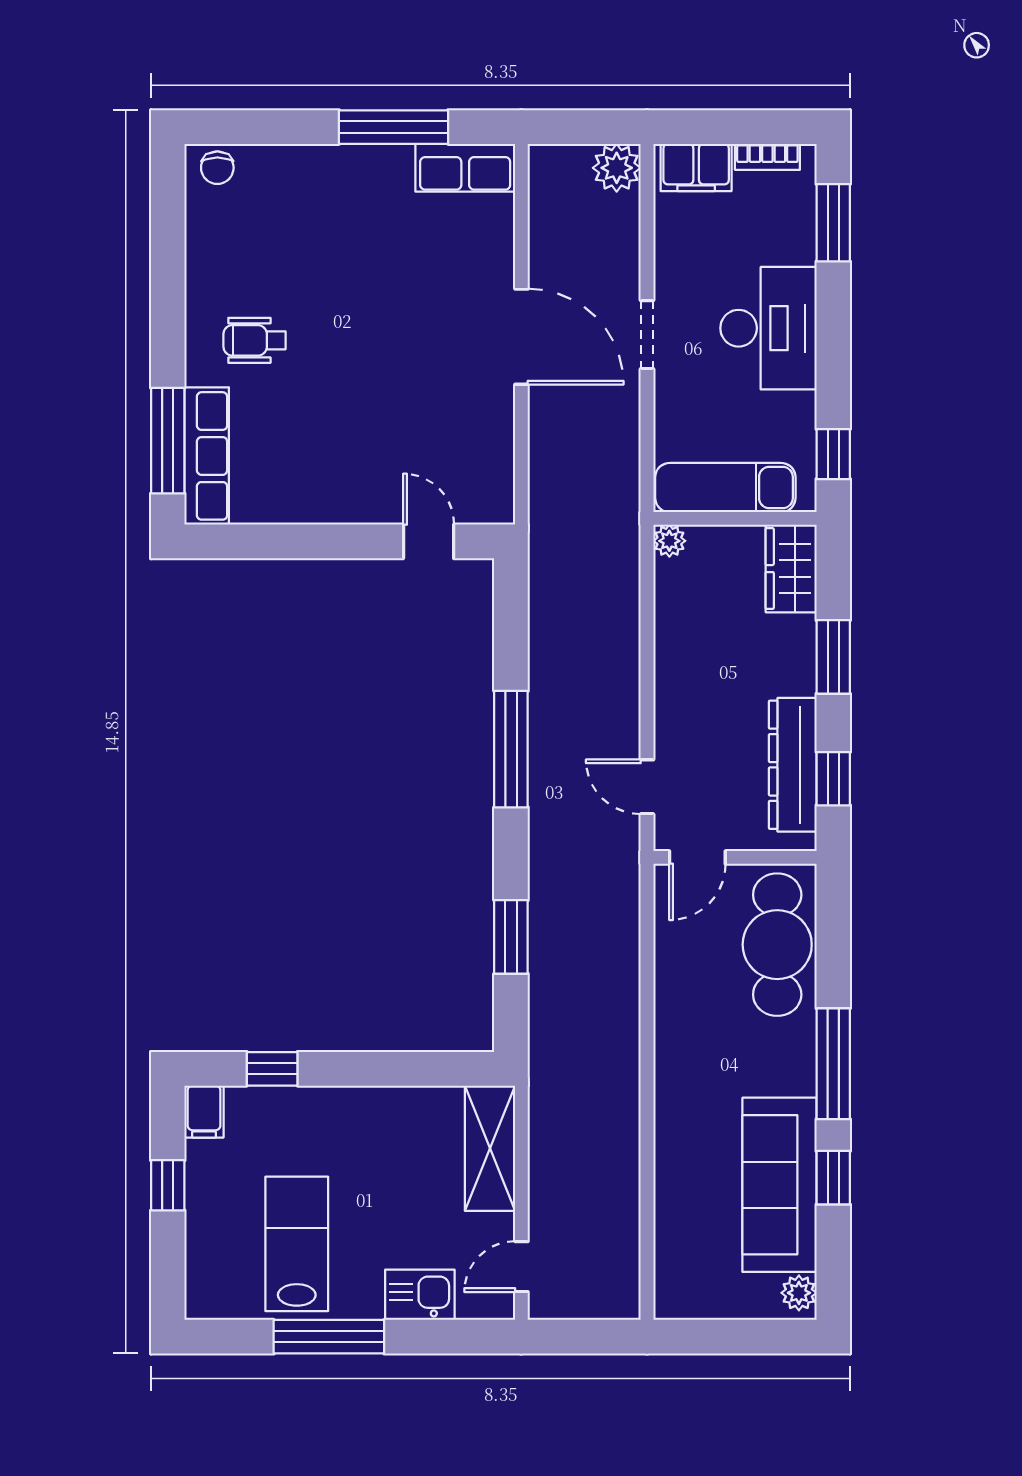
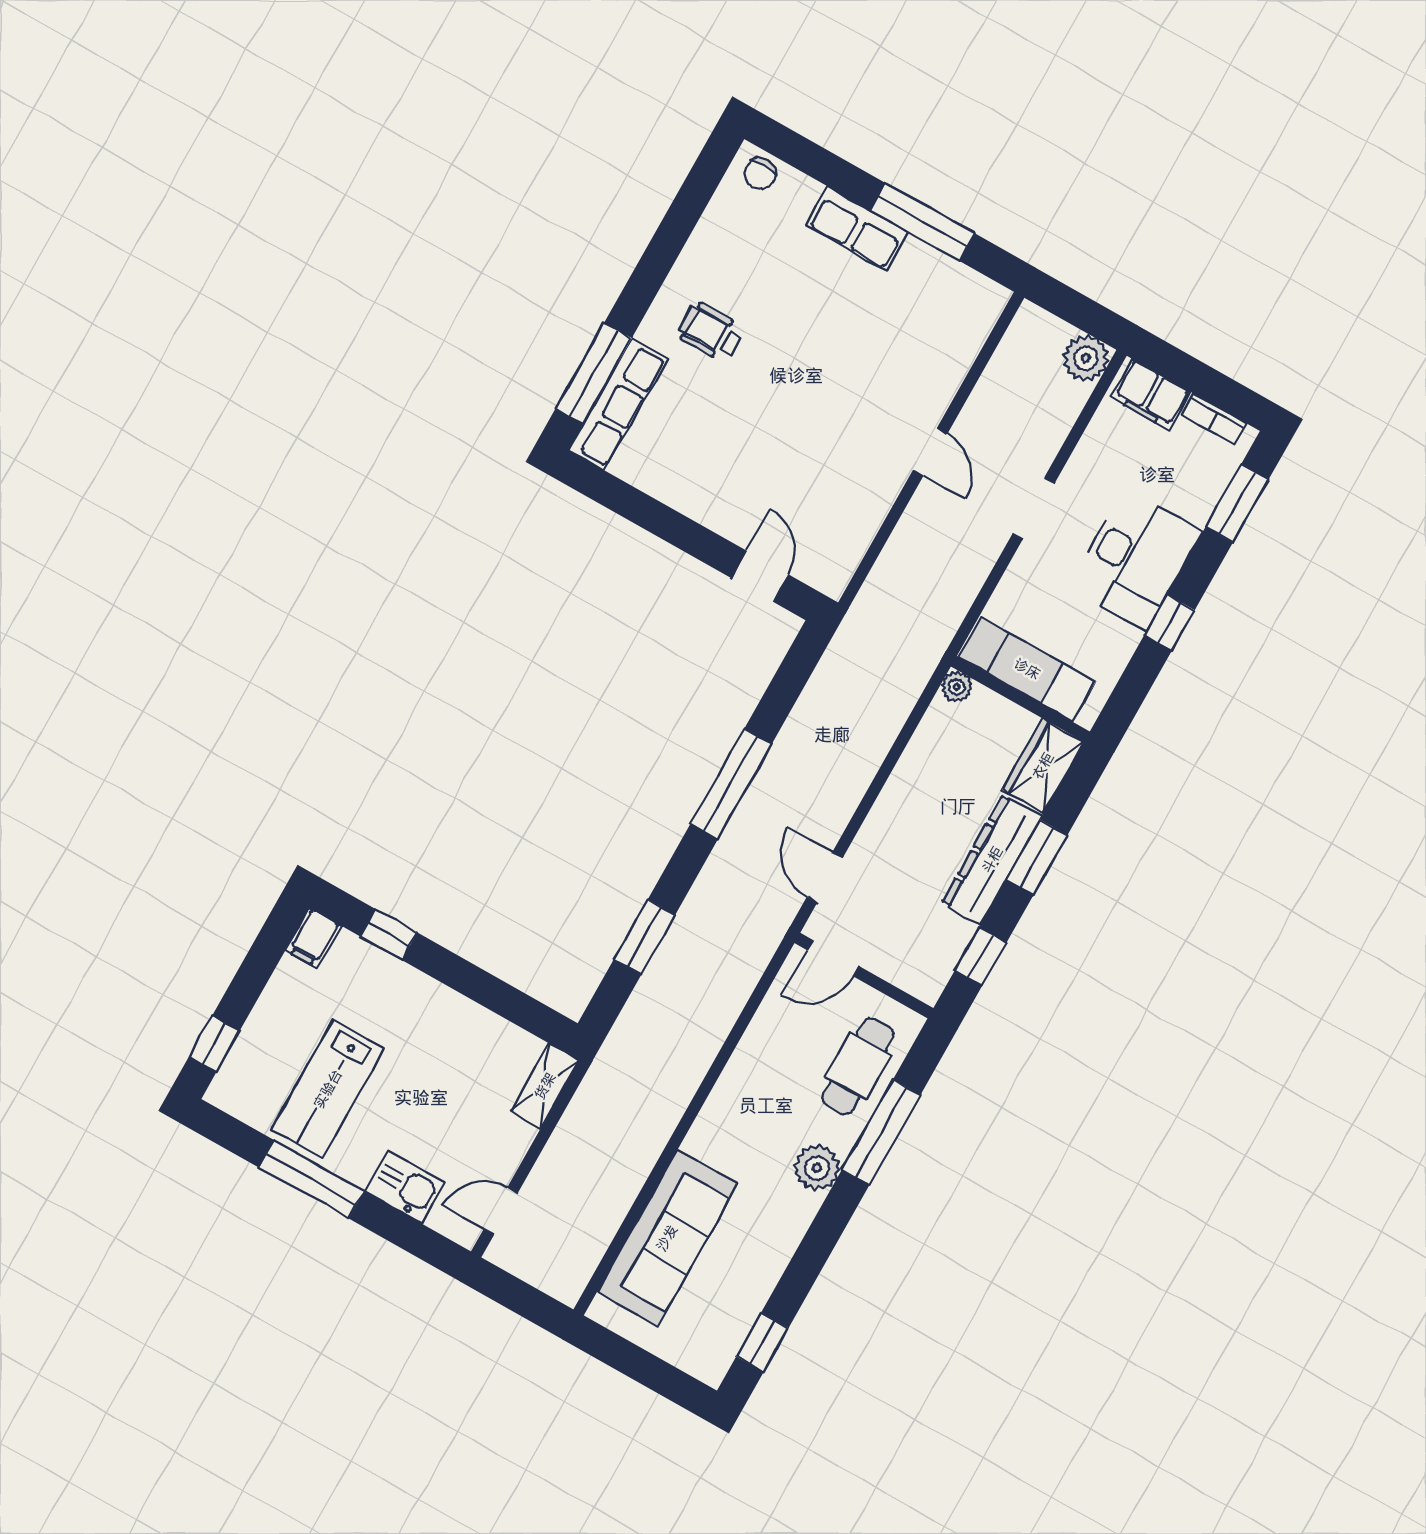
row of seats: (465, 168) -> (857, 229), moved
door: (521, 337) -> (930, 452), width x0.53
window: (833, 454) -> (1169, 623), moved
dresser: (793, 765) -> (992, 860), moved
cafe table: (777, 945) -> (858, 1066), width x0.73, depth x0.74
window: (833, 1064) -> (881, 1132), moved
shelving: (490, 1148) -> (545, 1086), width x0.67, depth x0.75
window: (833, 1178) -> (762, 1342), moved
window: (168, 1185) -> (214, 1044), moved
sofa: (779, 1185) -> (667, 1238), moved, turned 180
lab bench: (297, 1244) -> (328, 1089), turned 180
plant: (799, 1293) -> (817, 1168), moved, width x1.38, depth x1.38

